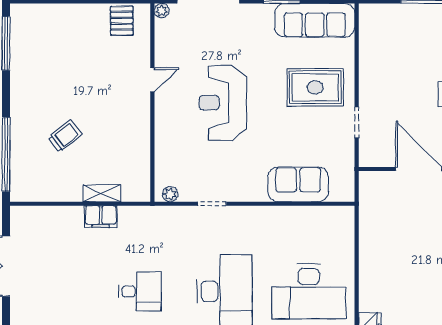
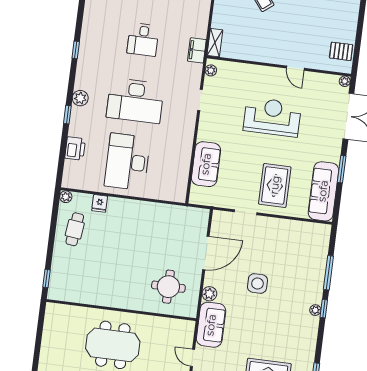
shelving: (102, 193) -> (215, 43), moved
filing cabinet: (101, 217) -> (197, 50), moved

